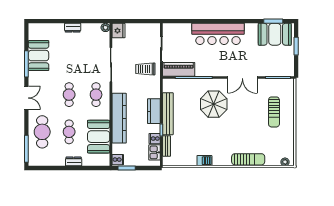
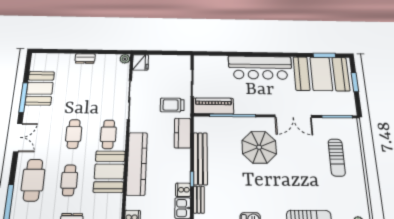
booth: (275, 34) -> (321, 74), width x1.36, depth x1.42
kitchen counter: (154, 111) -> (183, 133), moved
booth: (99, 137) -> (109, 172), moved

